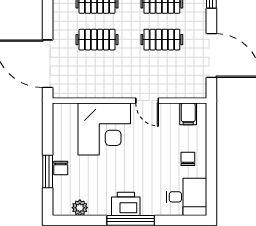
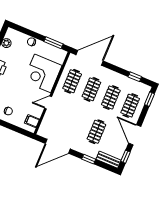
clothes rail: (162, 40) -> (72, 81), moved
window: (48, 171) -> (54, 43), moved

